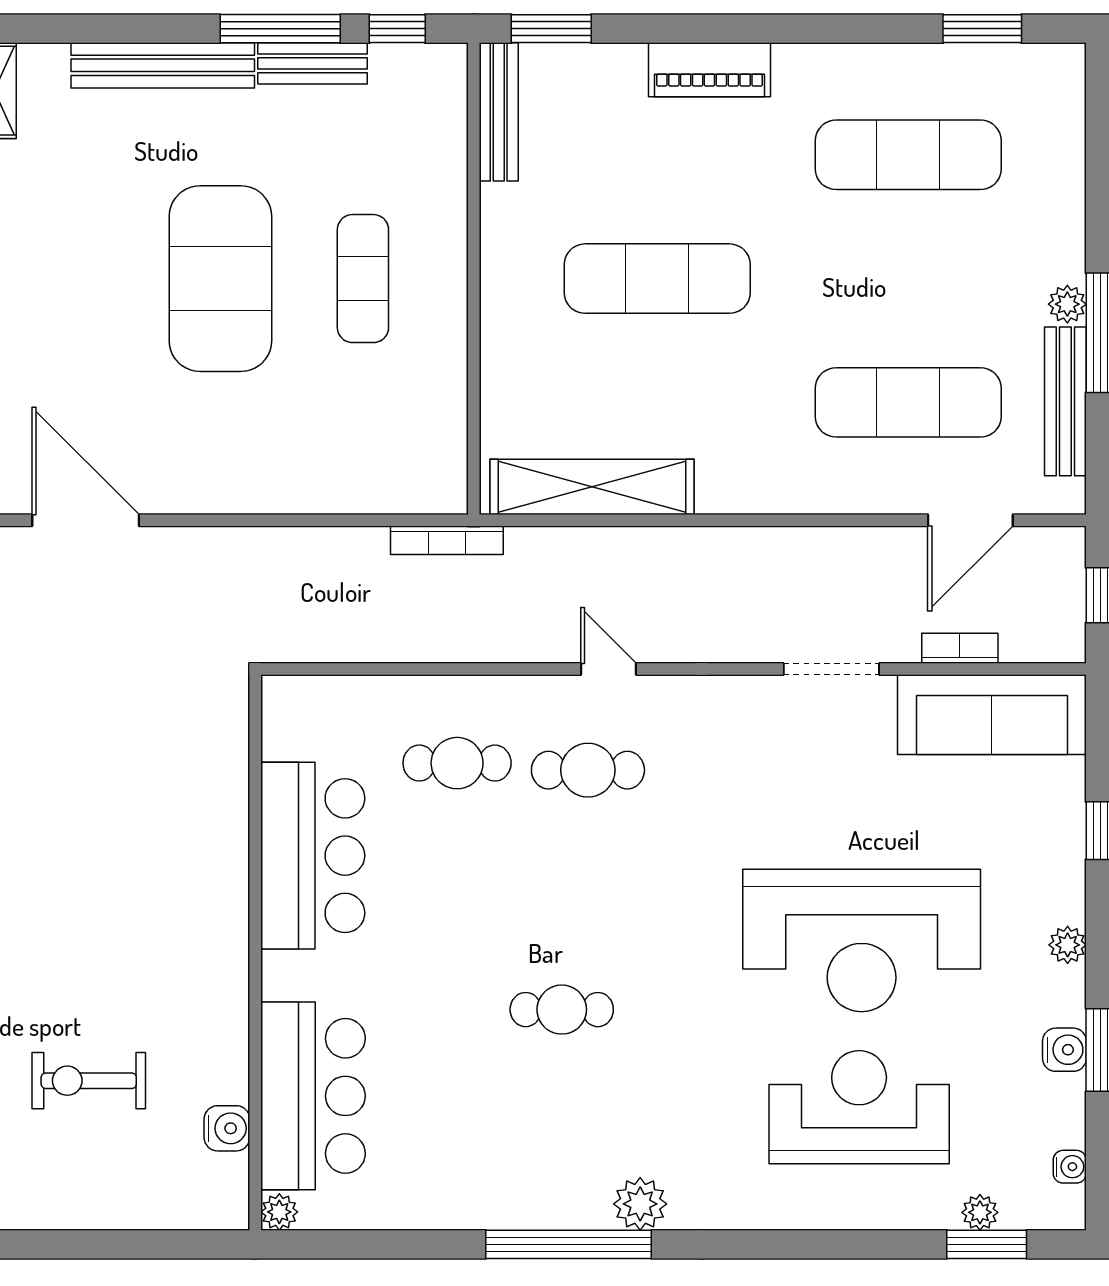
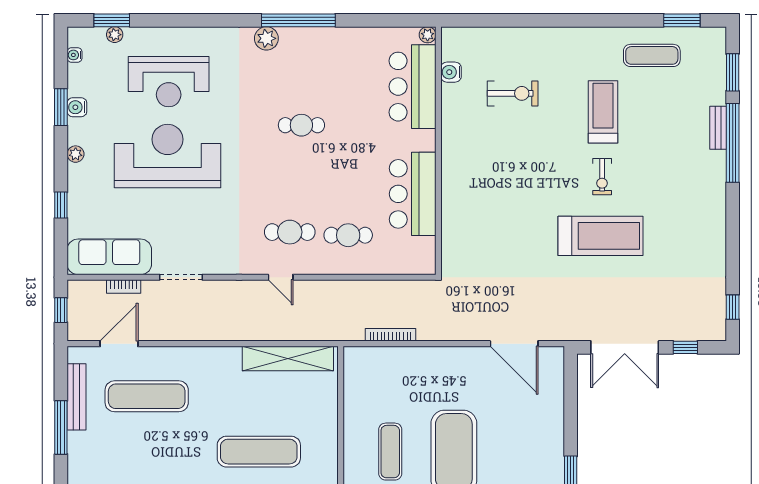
plant: (1067, 304) -> (76, 440), removed
bookcase: (447, 540) -> (391, 335), moved

